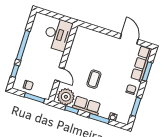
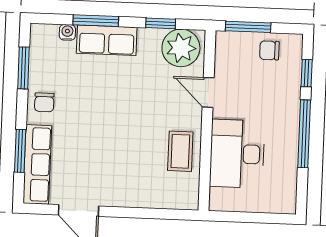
desk: (58, 34) -> (237, 154), moved
coffee table: (94, 79) -> (180, 151), moved
row of seats: (87, 106) -> (107, 40), moved

